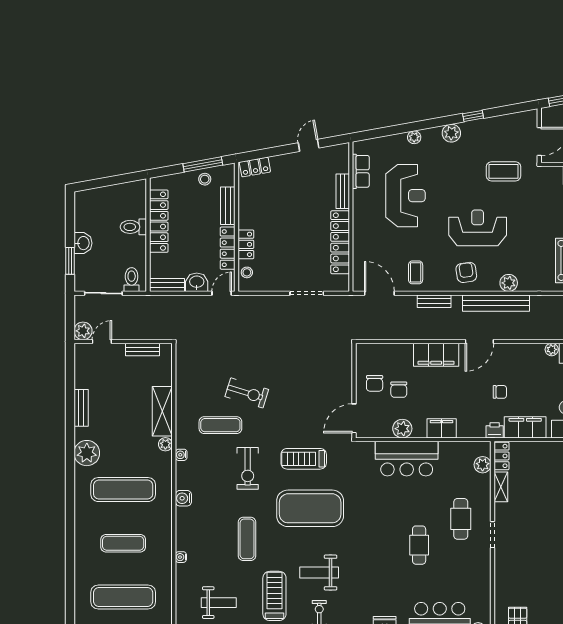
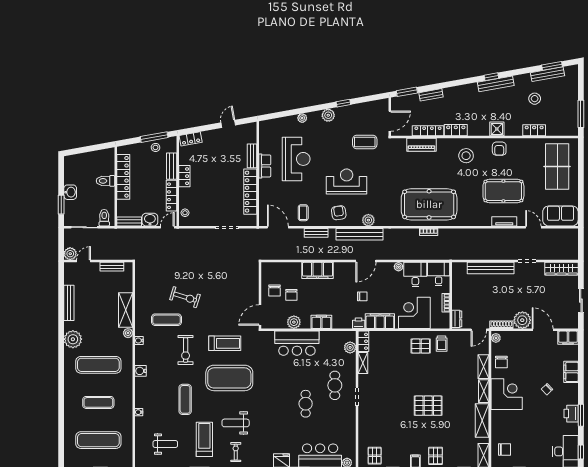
row of seats: (361, 171) -> (265, 166), moved
locker: (246, 244) -> (184, 176), moved
door: (479, 341) -> (366, 261), moved
bench: (81, 408) -> (69, 303), width x1.36
treadmill: (304, 459) -> (225, 343), turned 180

